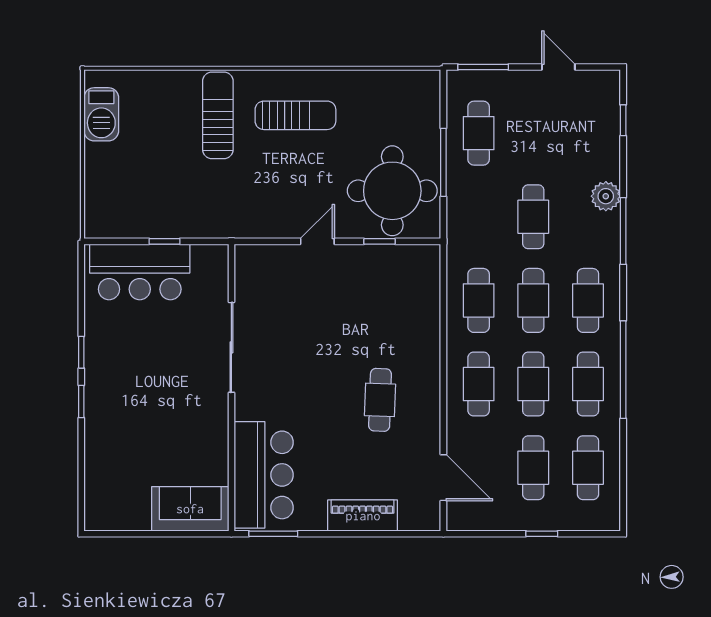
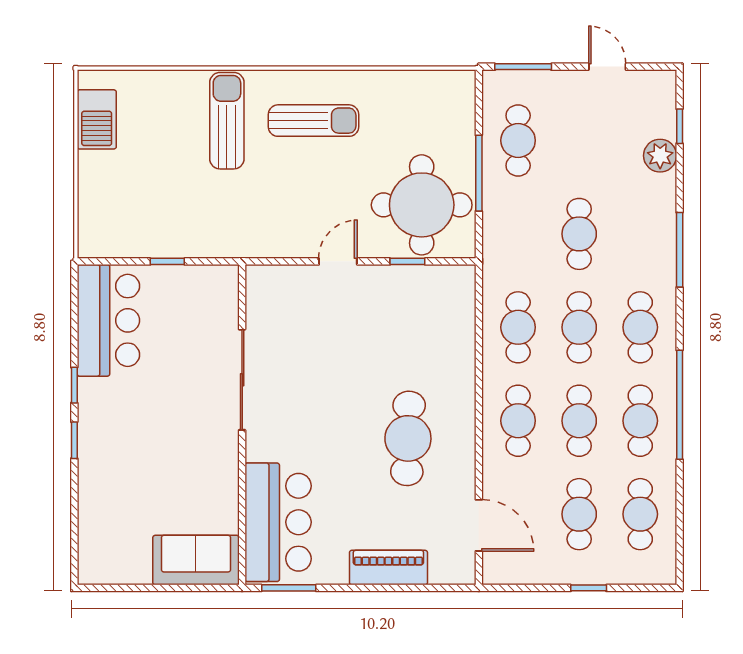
plant: (606, 196) -> (660, 156), moved
bar counter: (140, 272) -> (108, 320), moved, turned -90
cafe table: (380, 400) -> (408, 438), width x1.37, depth x1.35

